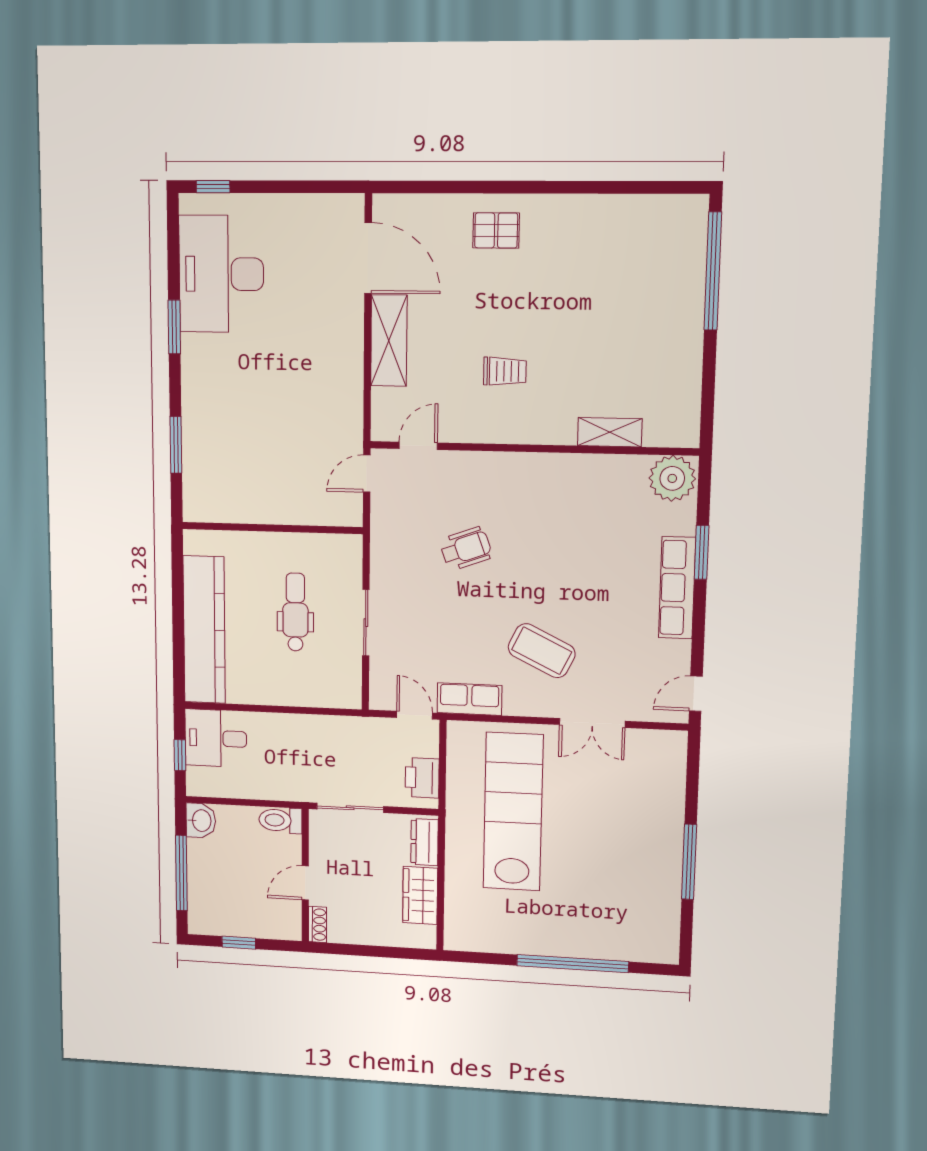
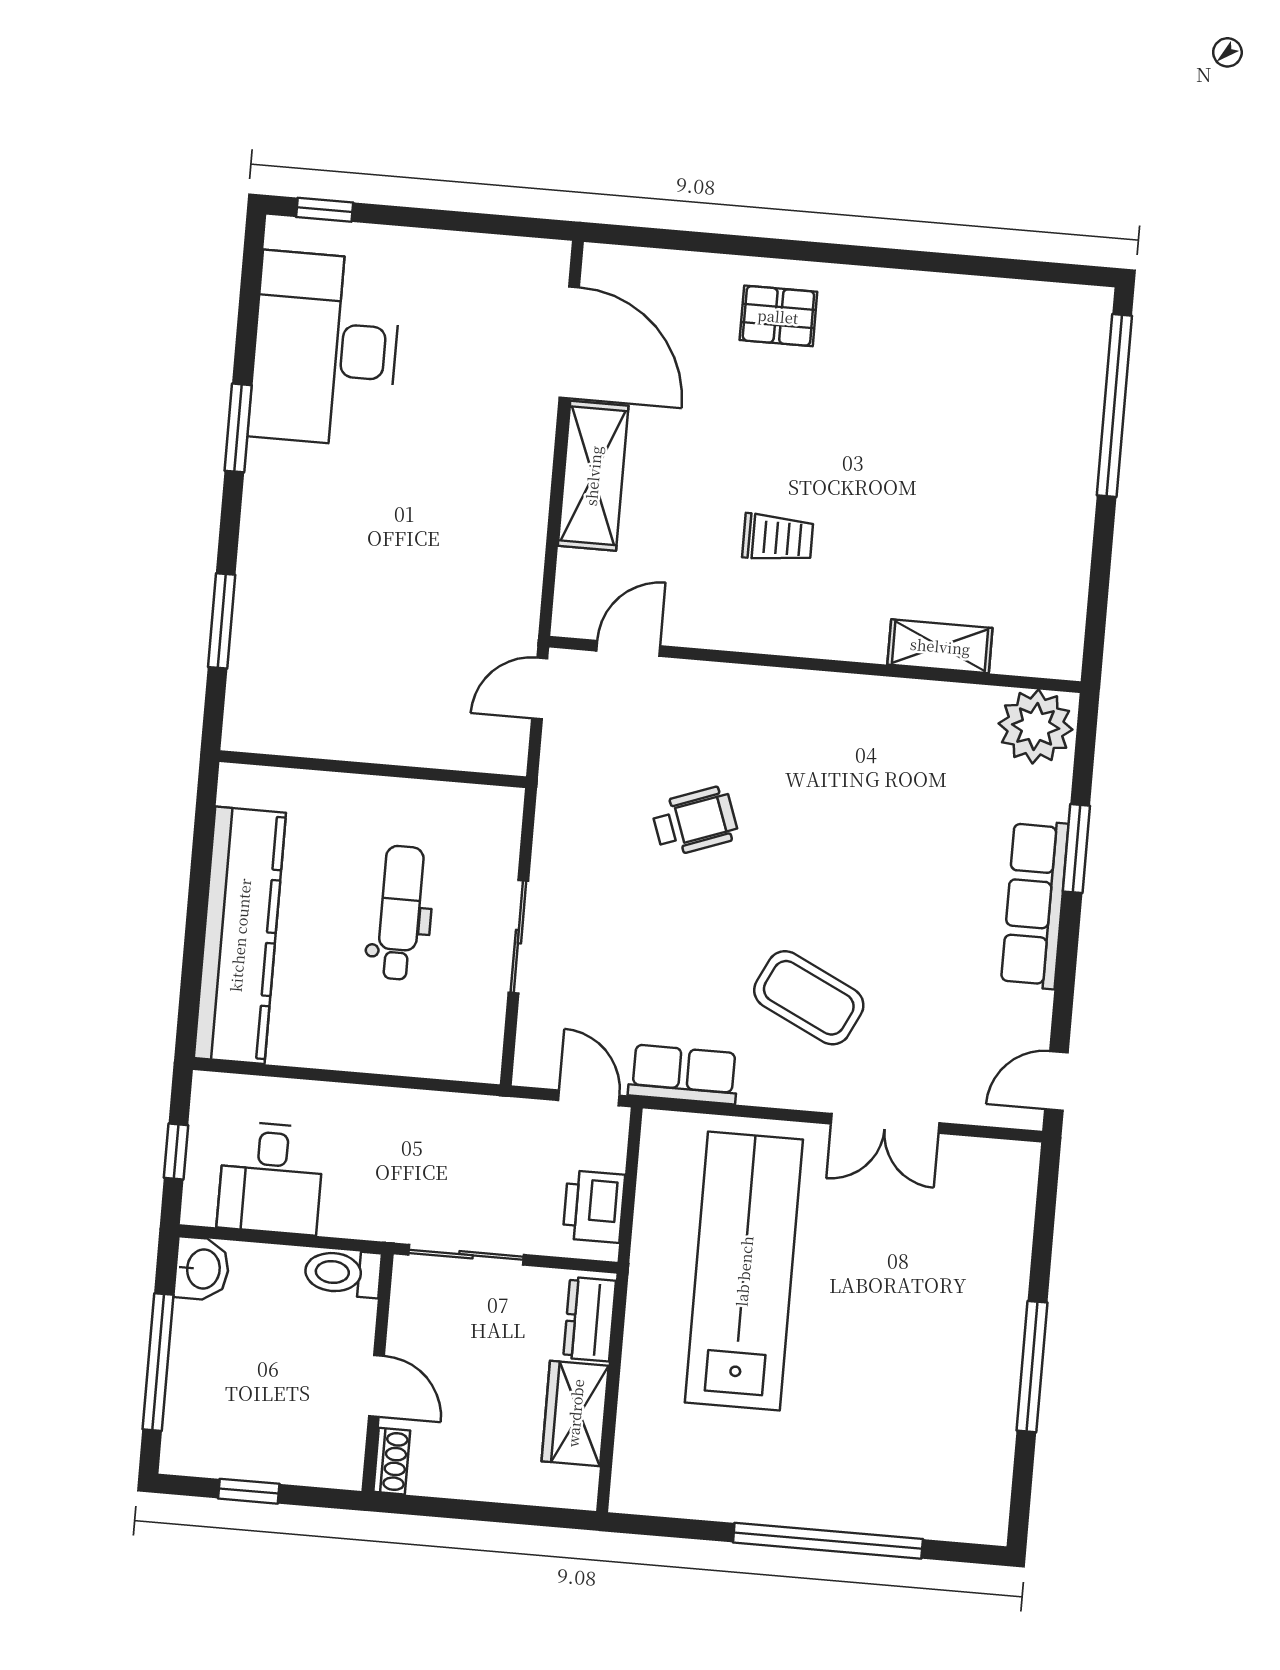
desk: (216, 738) -> (271, 1178), moved, turned -90
door: (305, 883) -> (376, 1386), swing flipped

